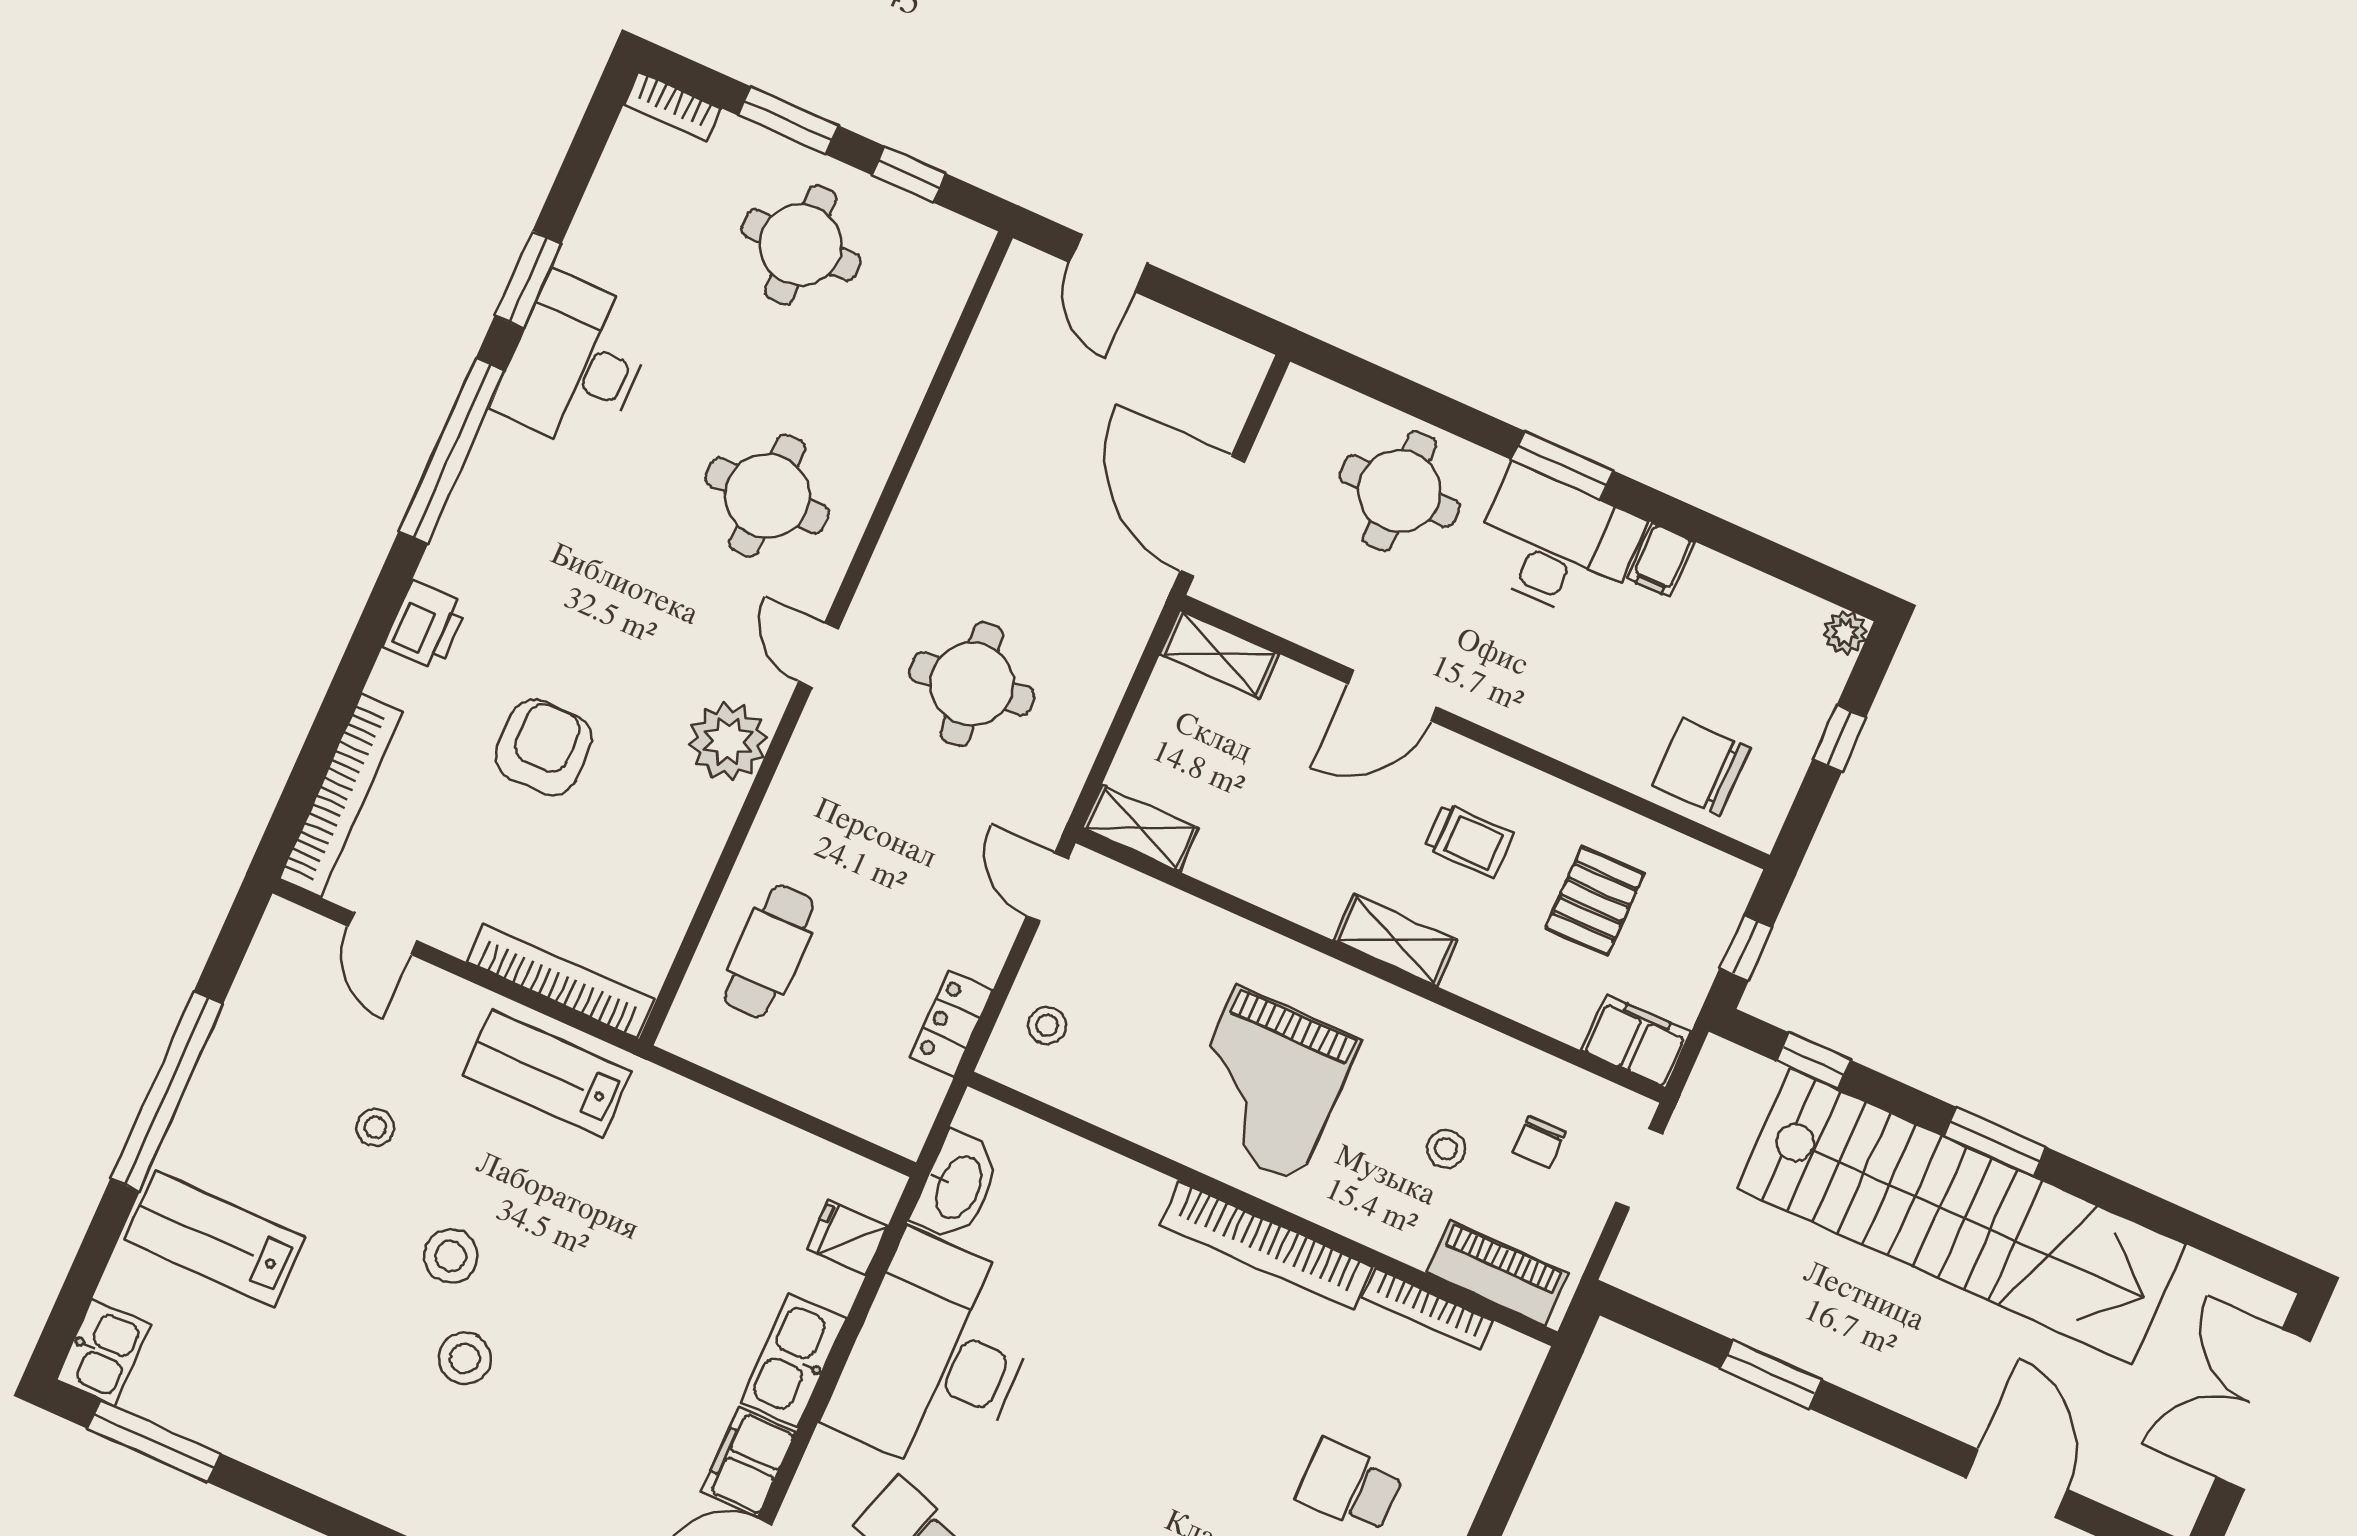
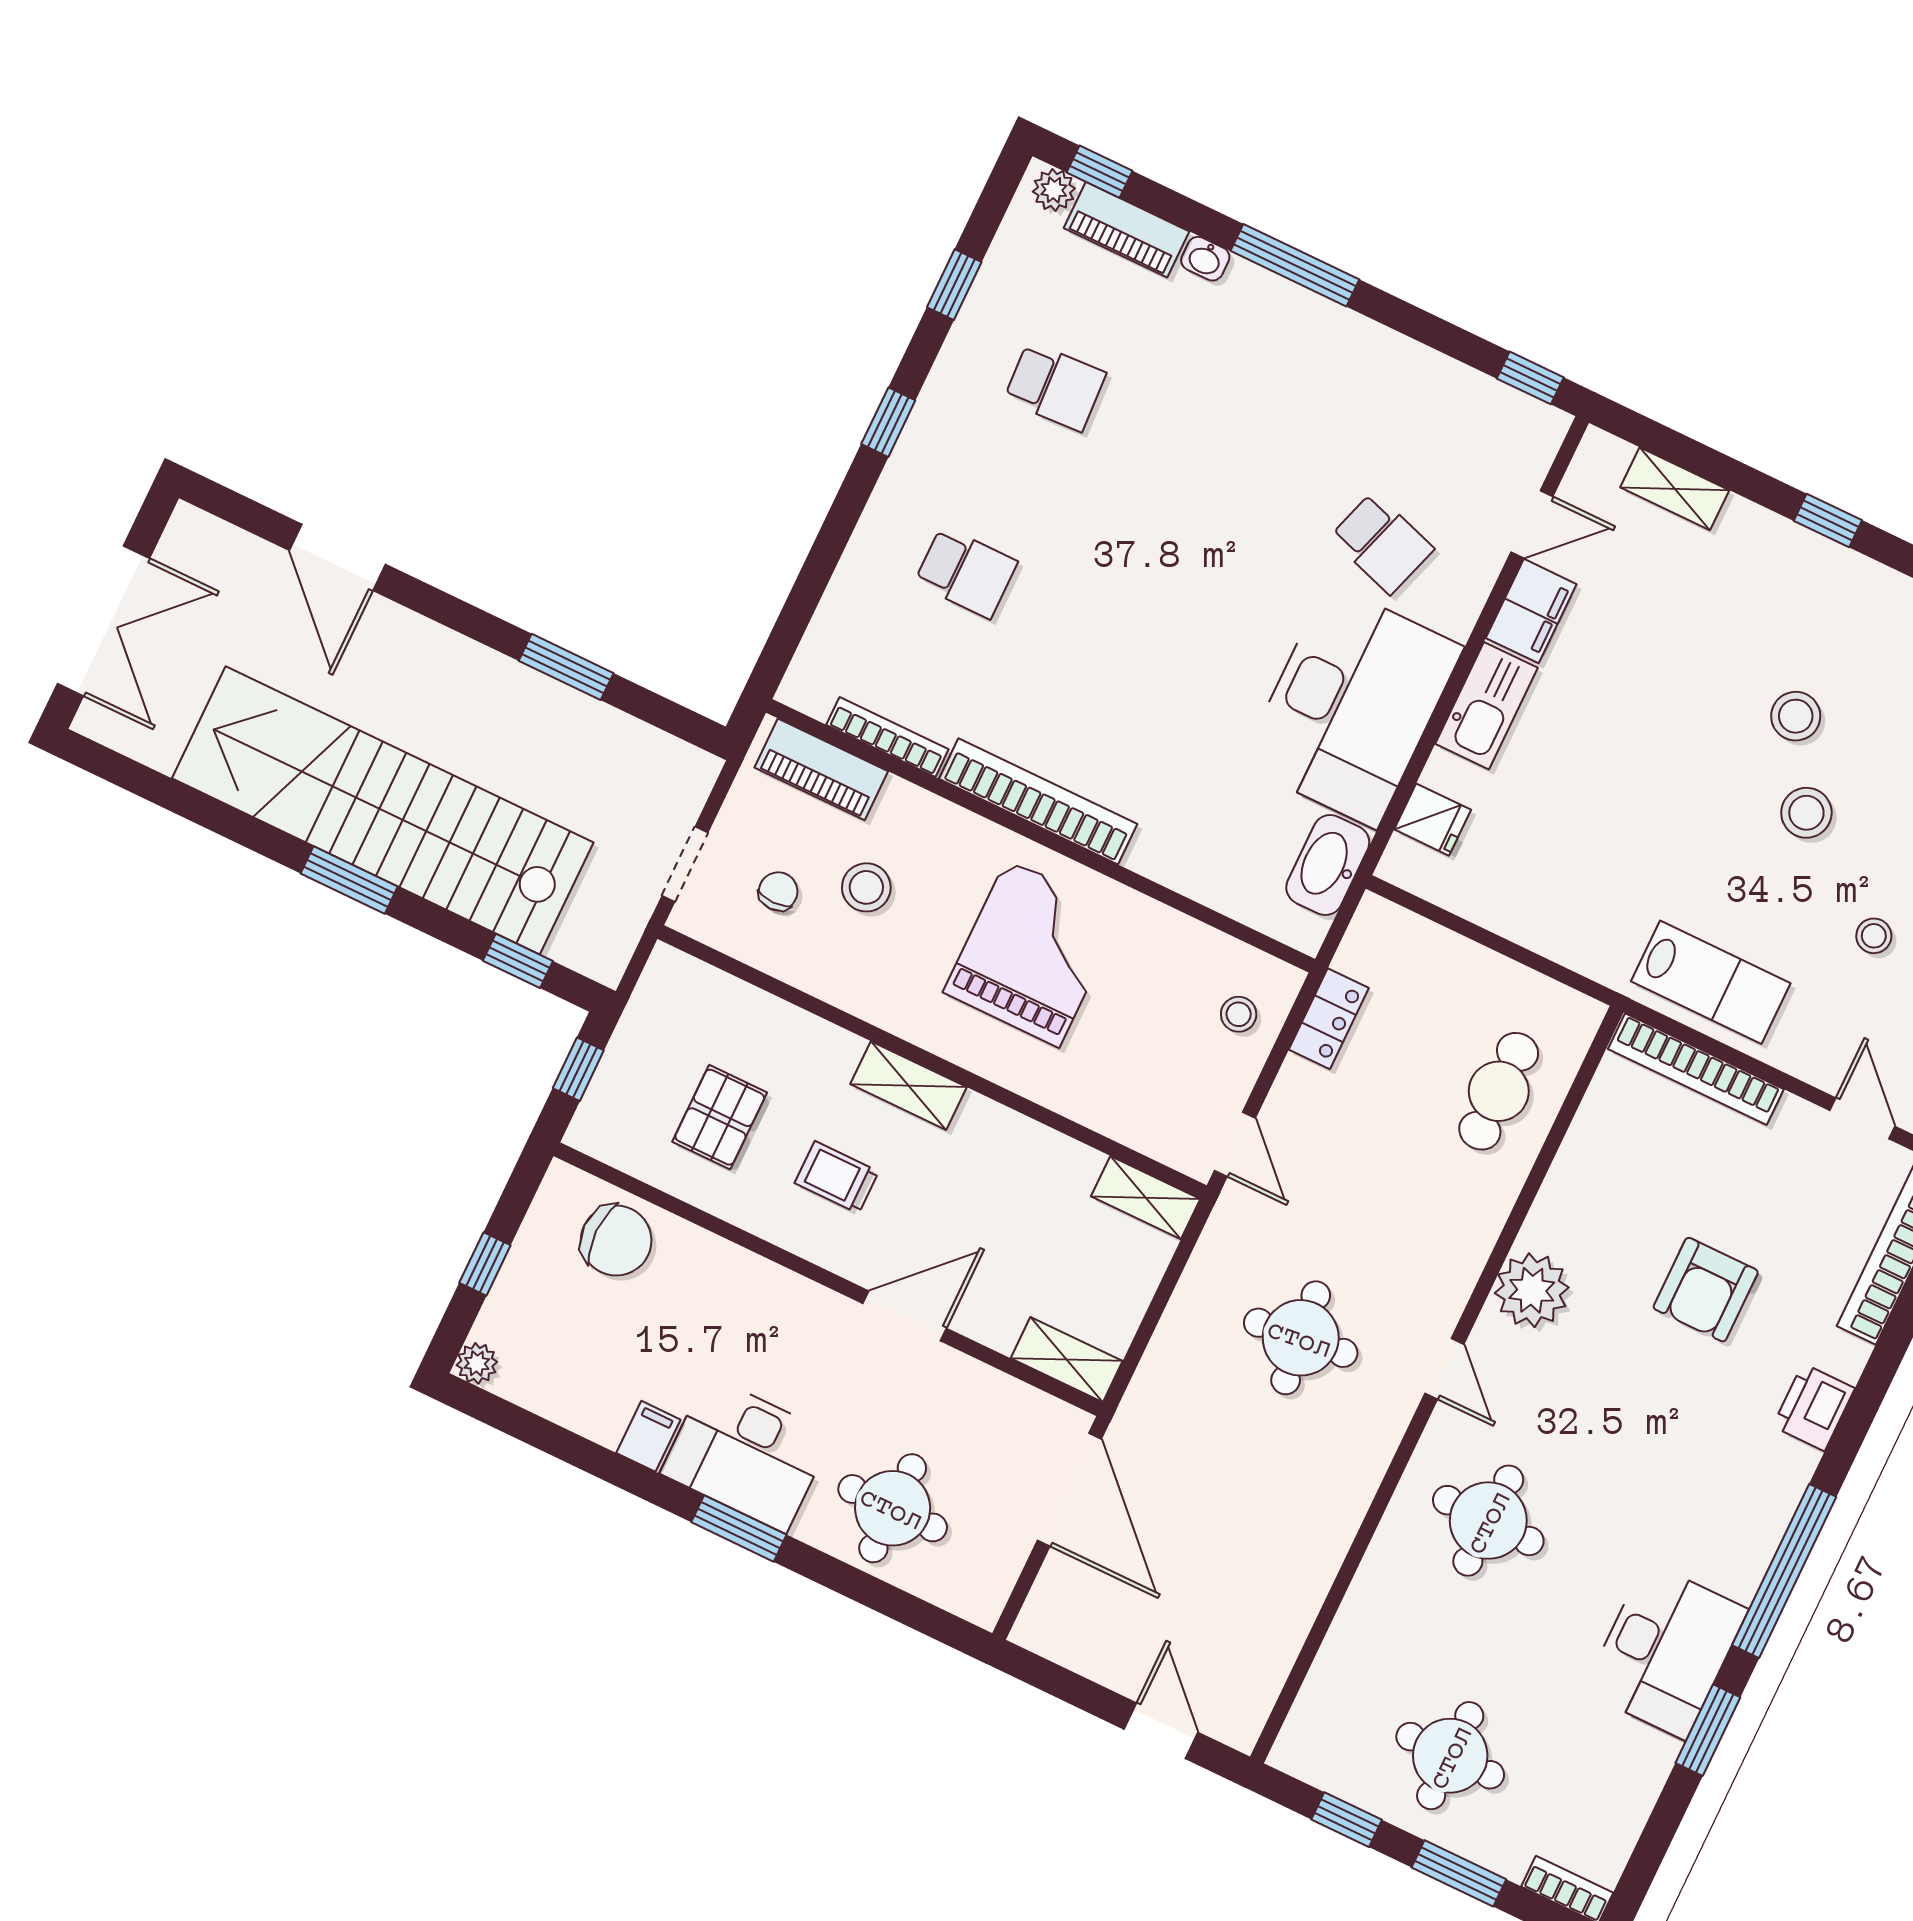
filing cabinet: (1636, 1041) -> (684, 984), removed
stool: (1446, 1149) -> (866, 887), width x1.37, depth x1.37

